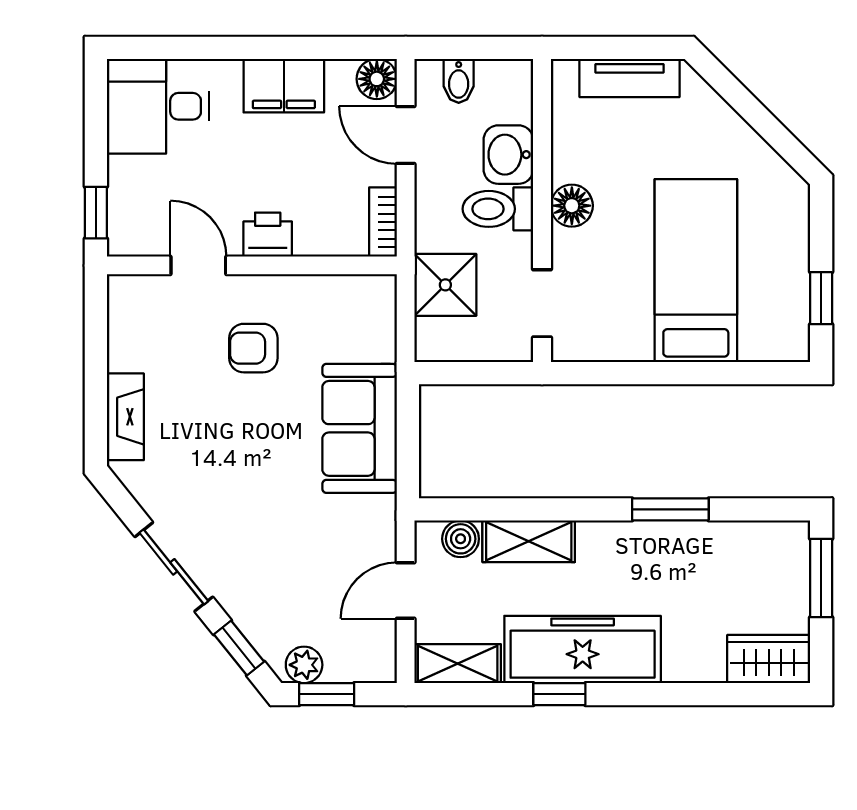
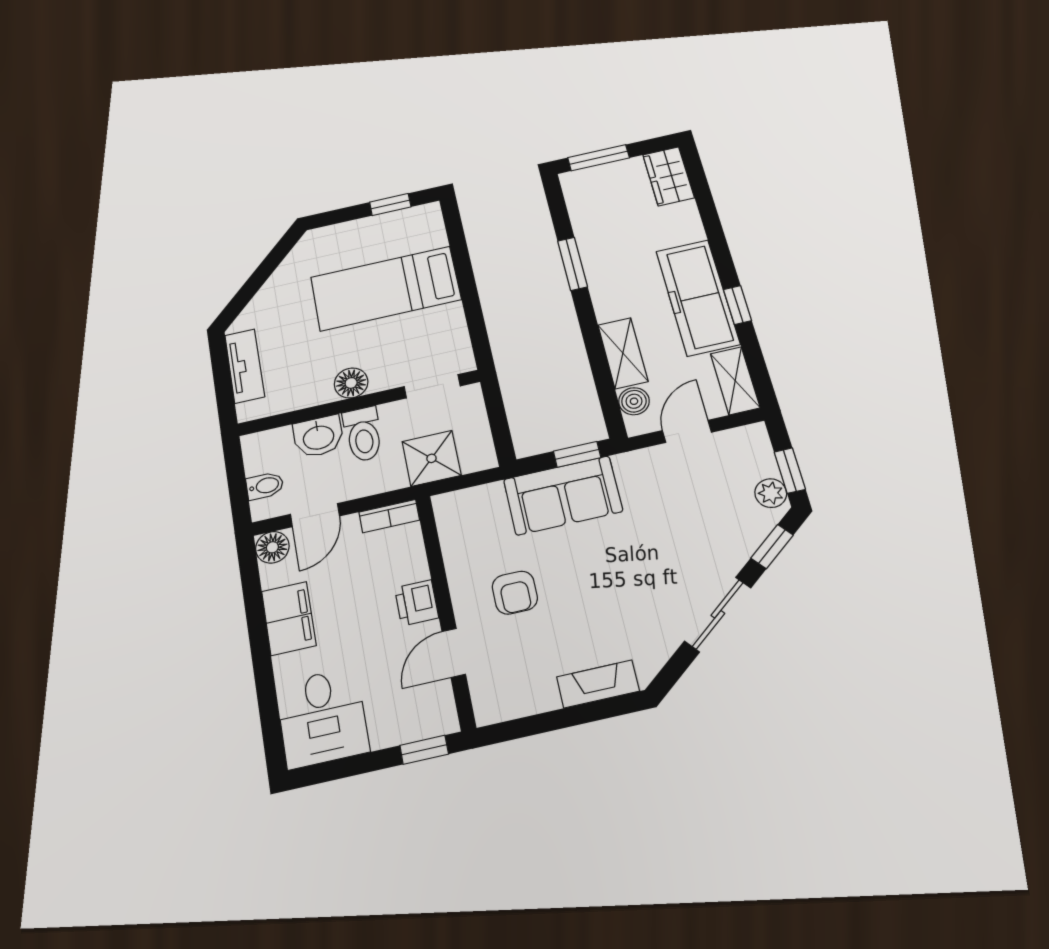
window: (408, 456) -> (577, 454), added
door: (406, 591) -> (687, 431), swing flipped

